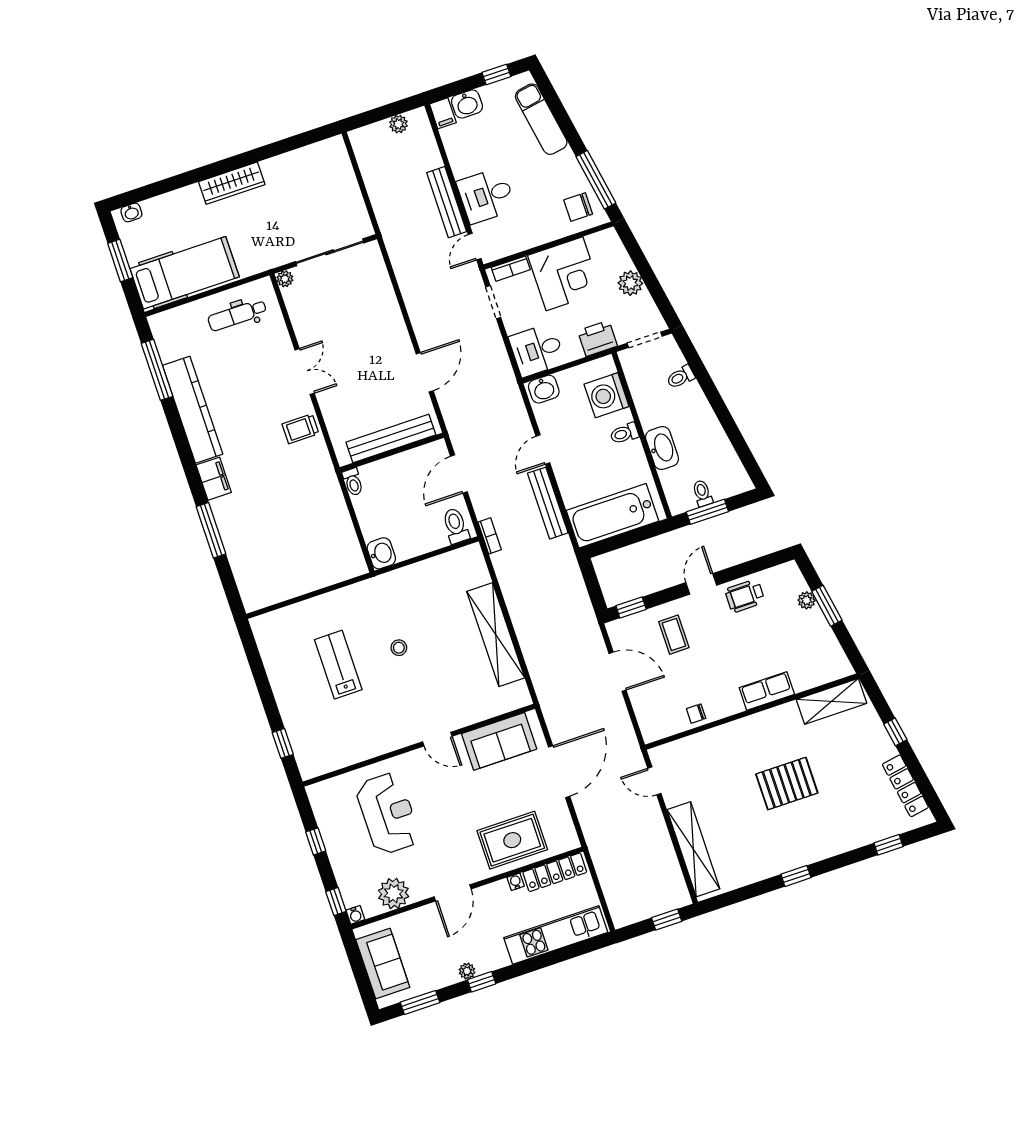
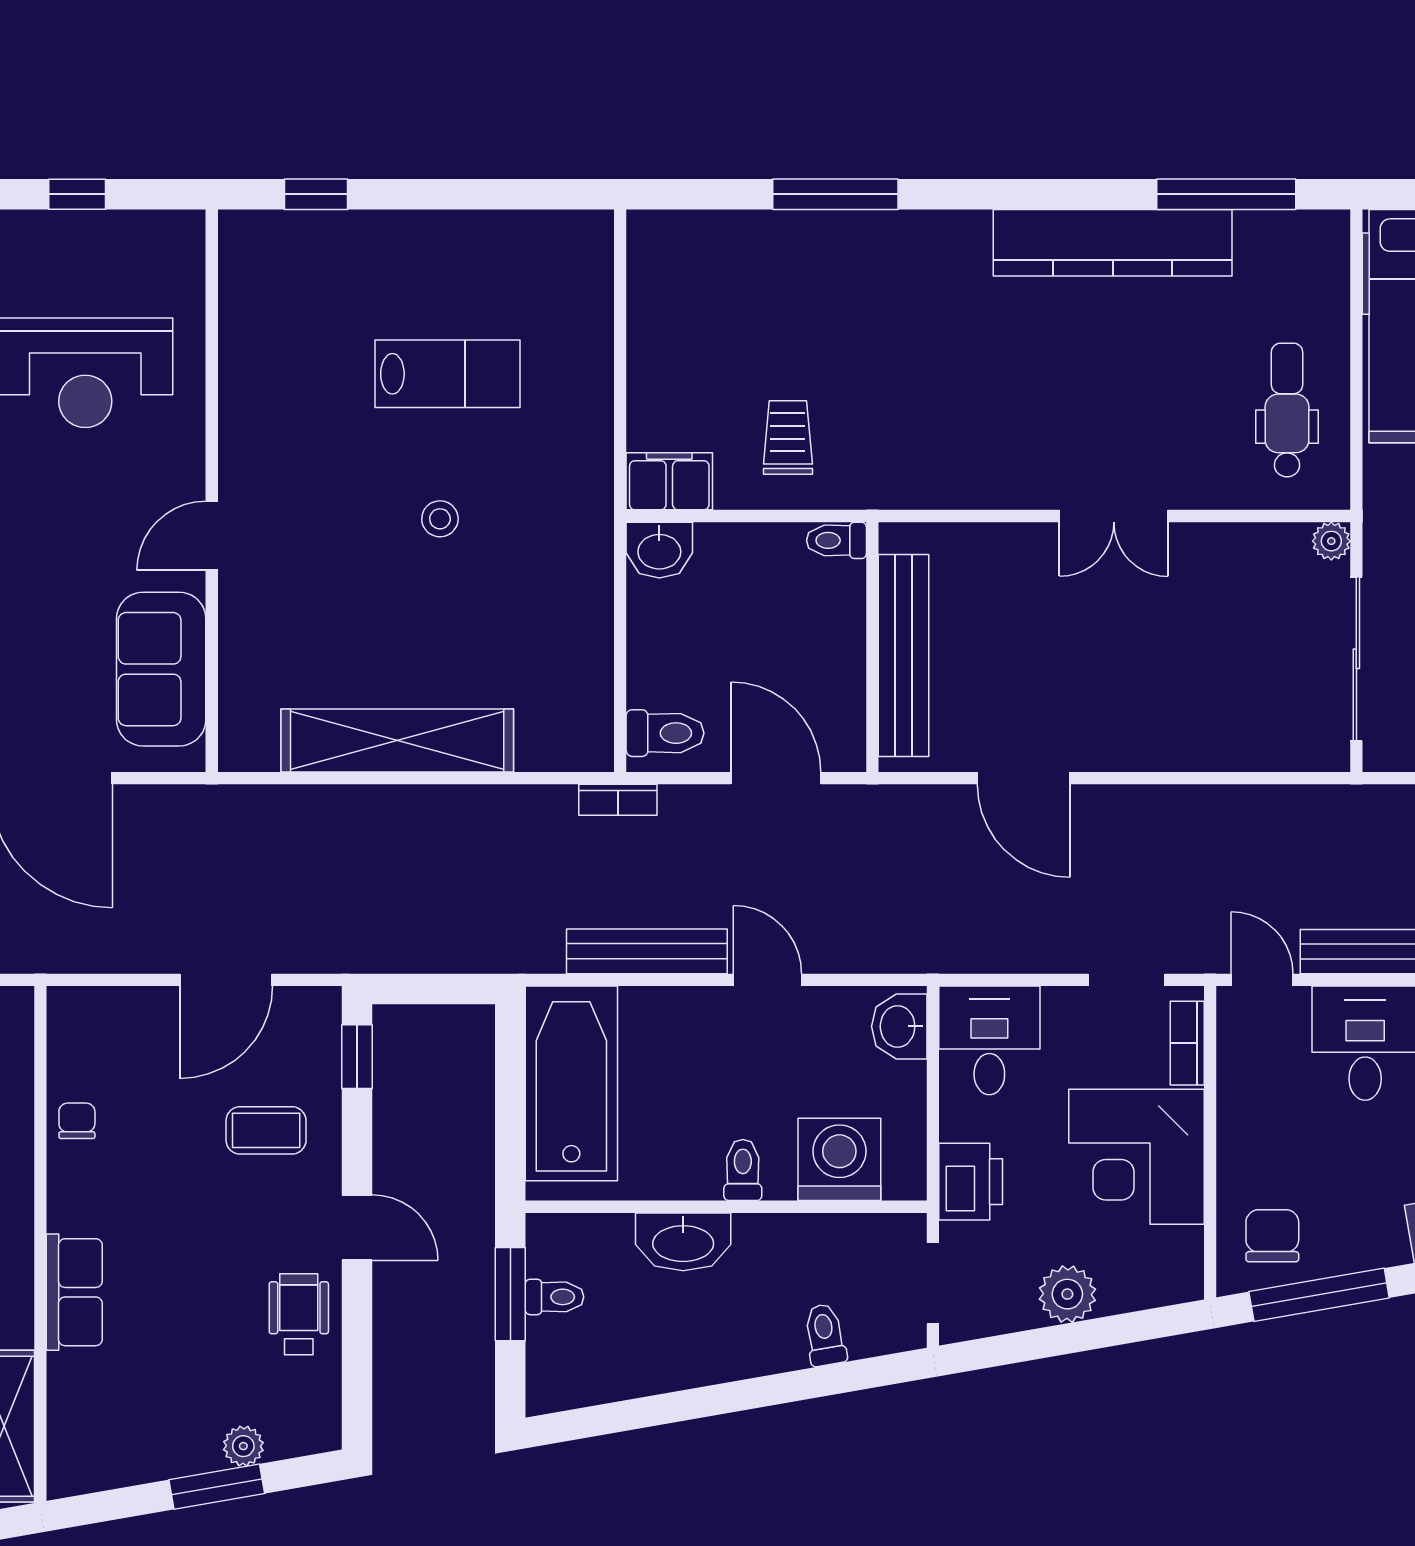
trolley: (300, 429) -> (788, 438), moved
filing cabinet: (214, 479) -> (669, 481), moved, turned 180

